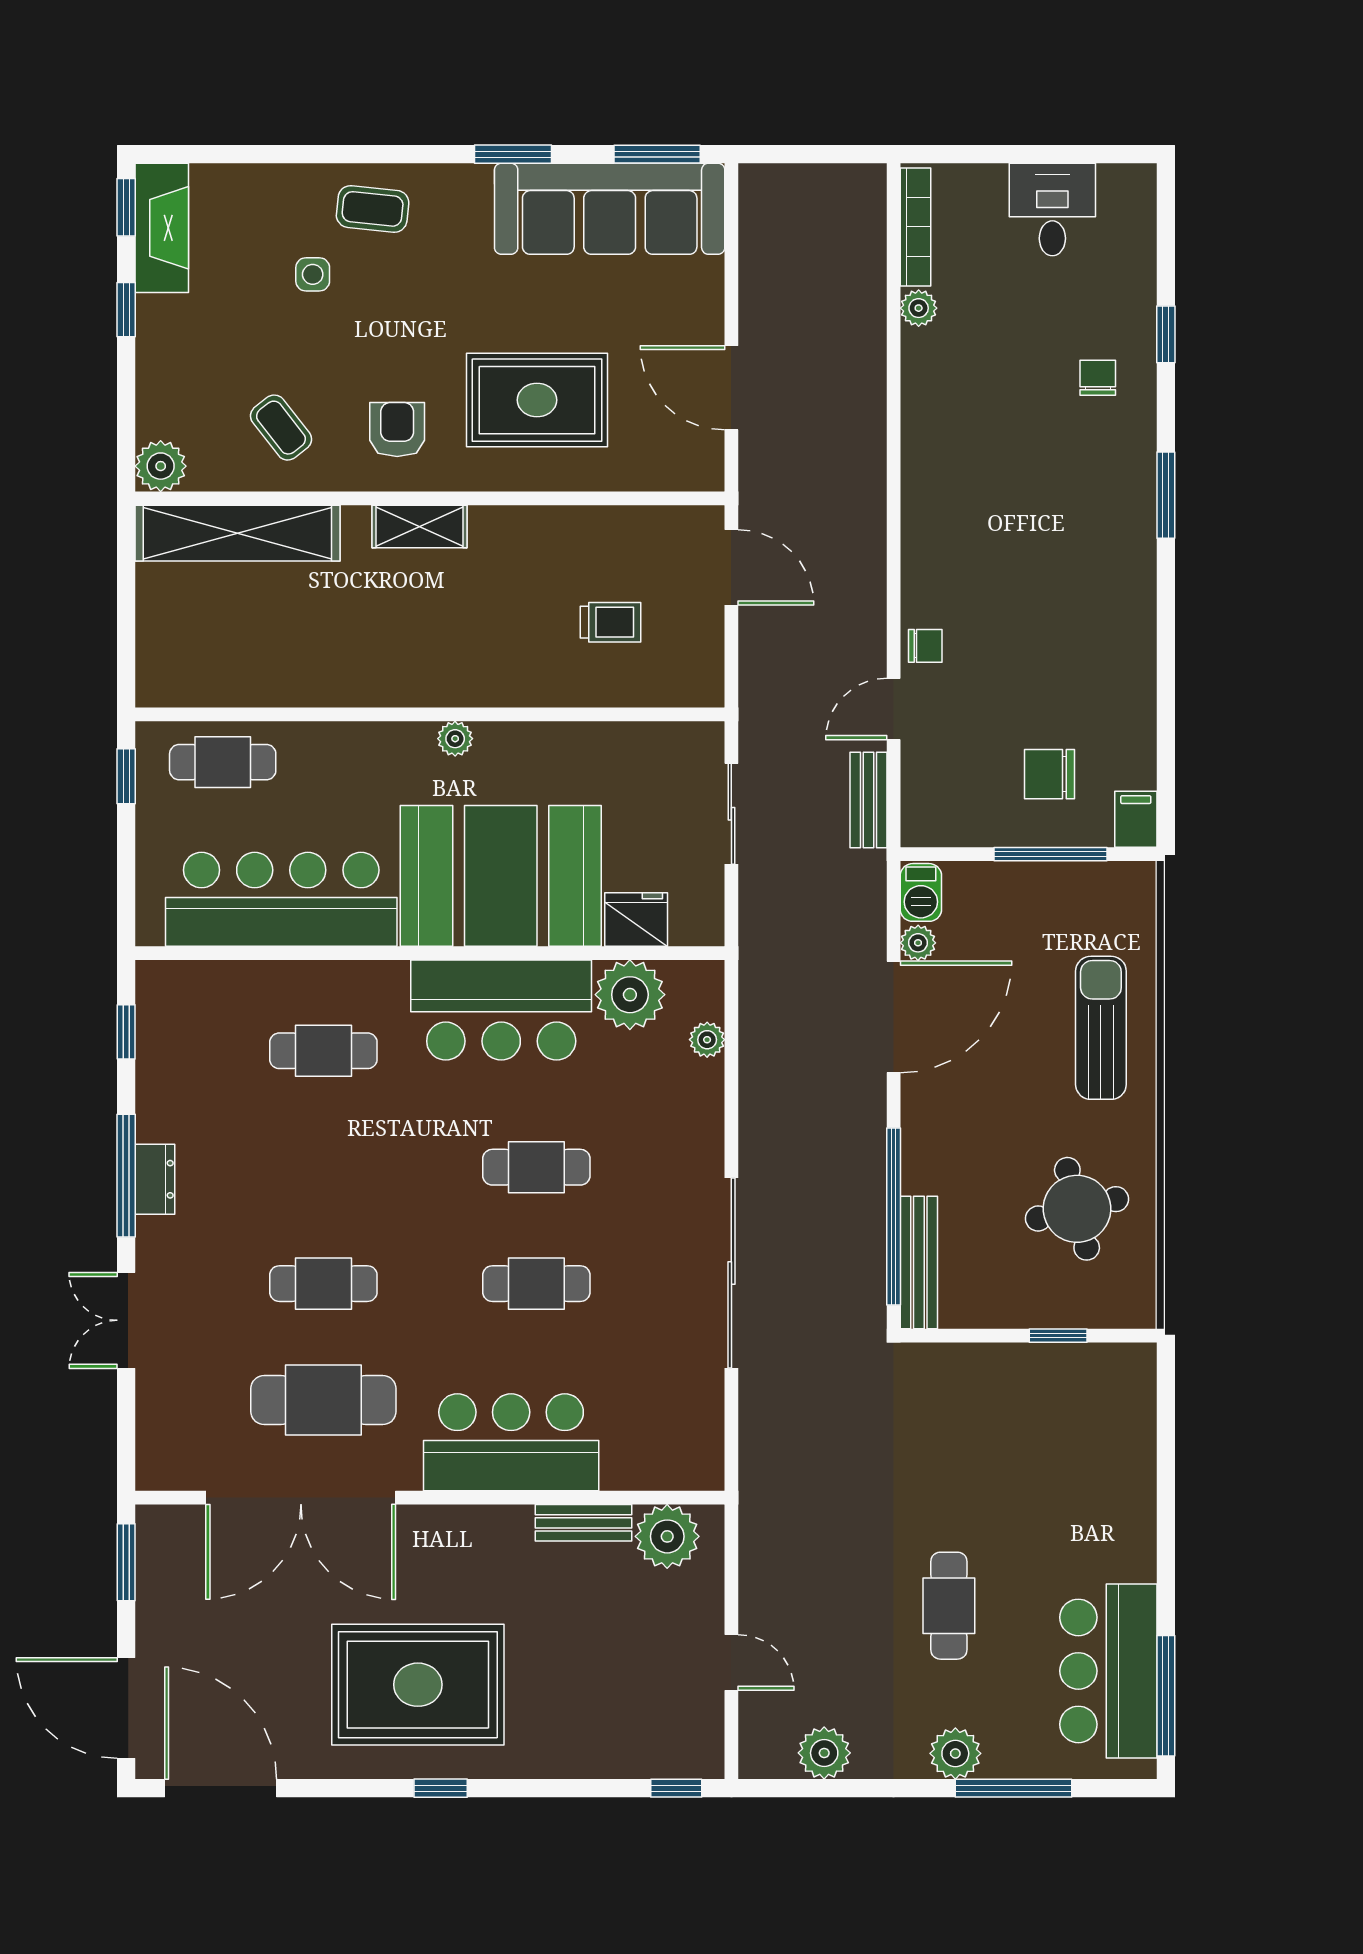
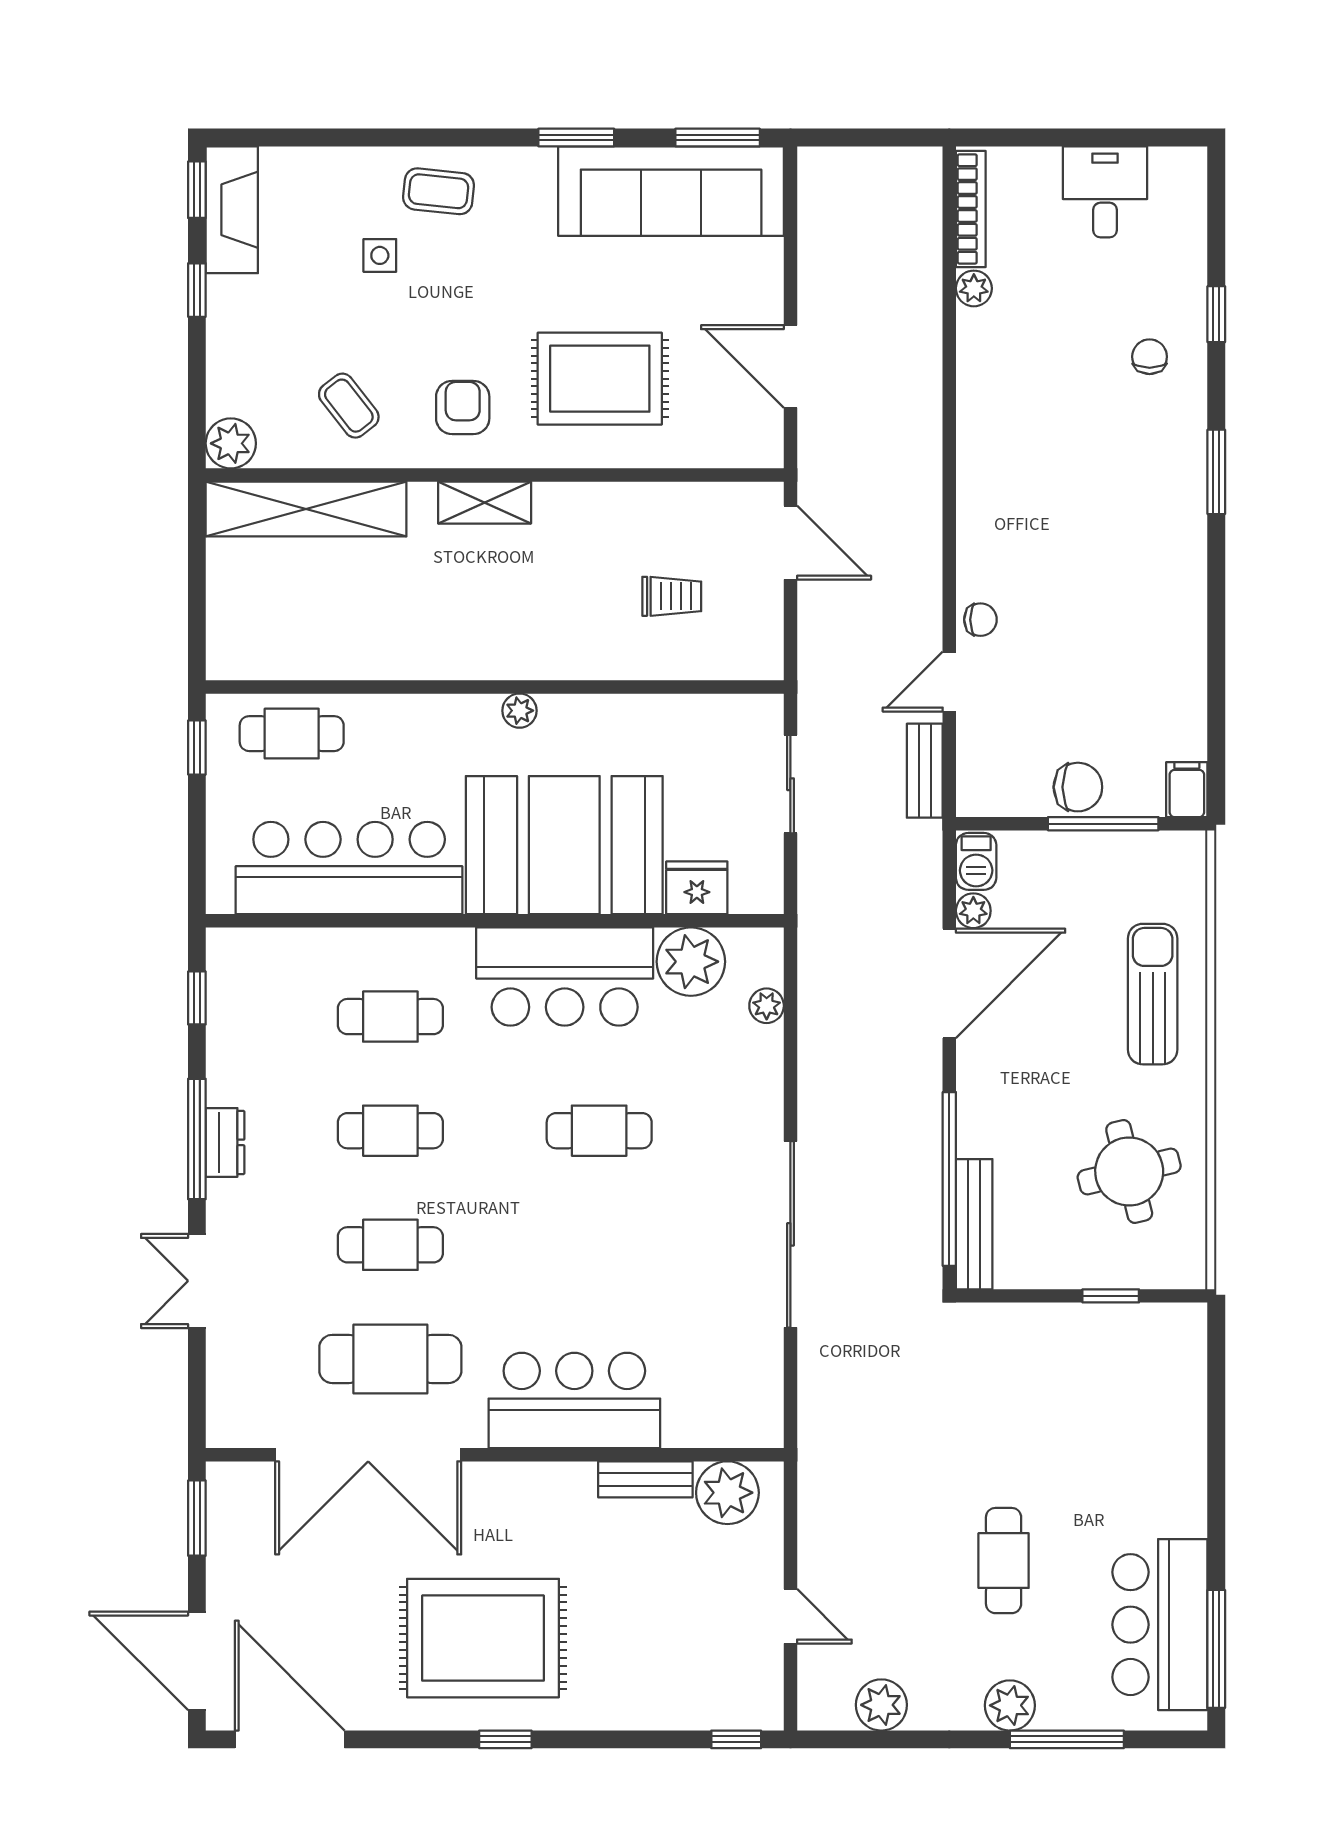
chair: (1050, 774) -> (1078, 787), moved, turned 180
cafe table: (536, 1284) -> (390, 1131), moved

